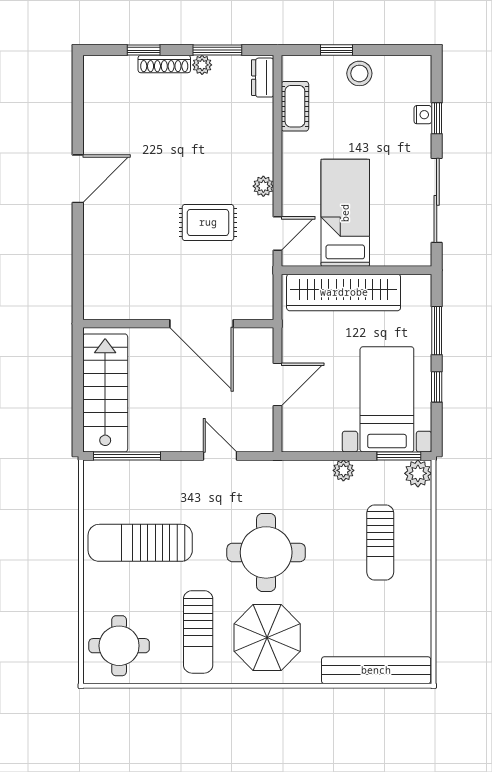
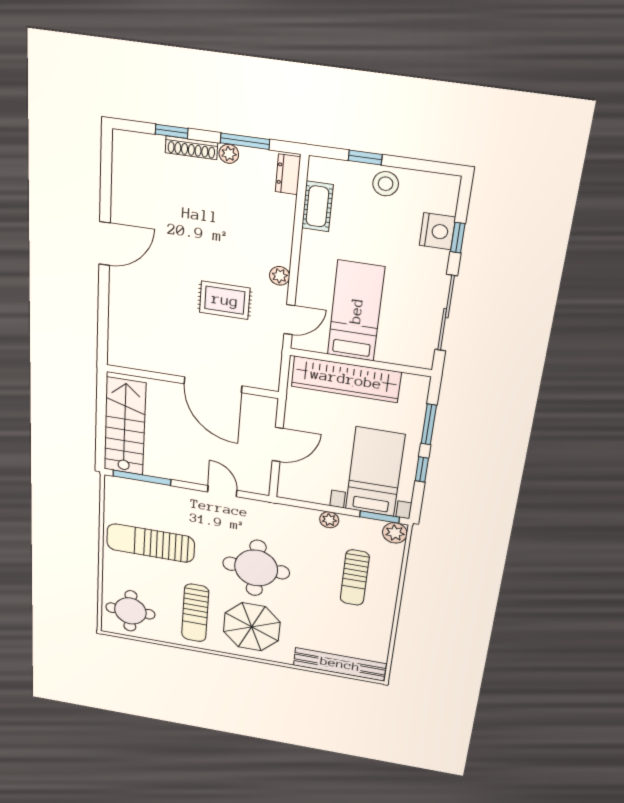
nightstand: (423, 115) -> (437, 231), width x1.89, depth x1.79

